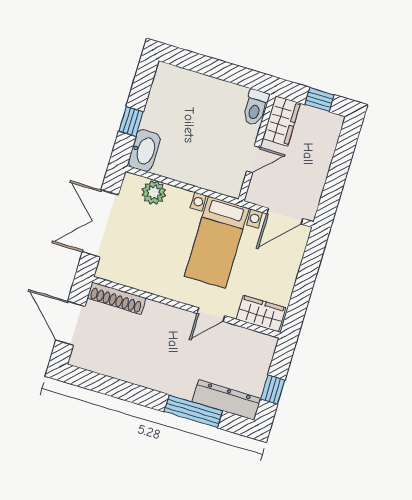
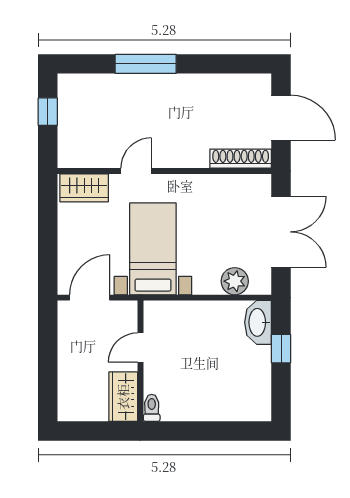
window: (319, 100) -> (90, 431), removed
toilet: (255, 107) -> (152, 408), width x0.73, depth x0.72
dresser: (226, 400) -> (93, 86), removed
window: (193, 411) -> (146, 64), moved

